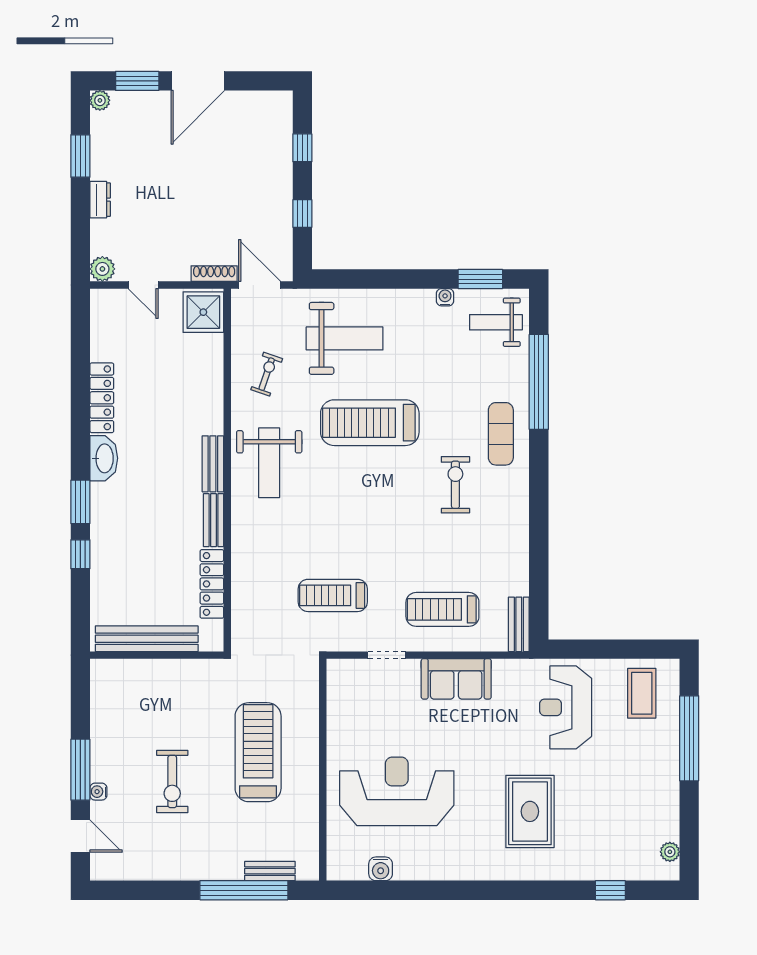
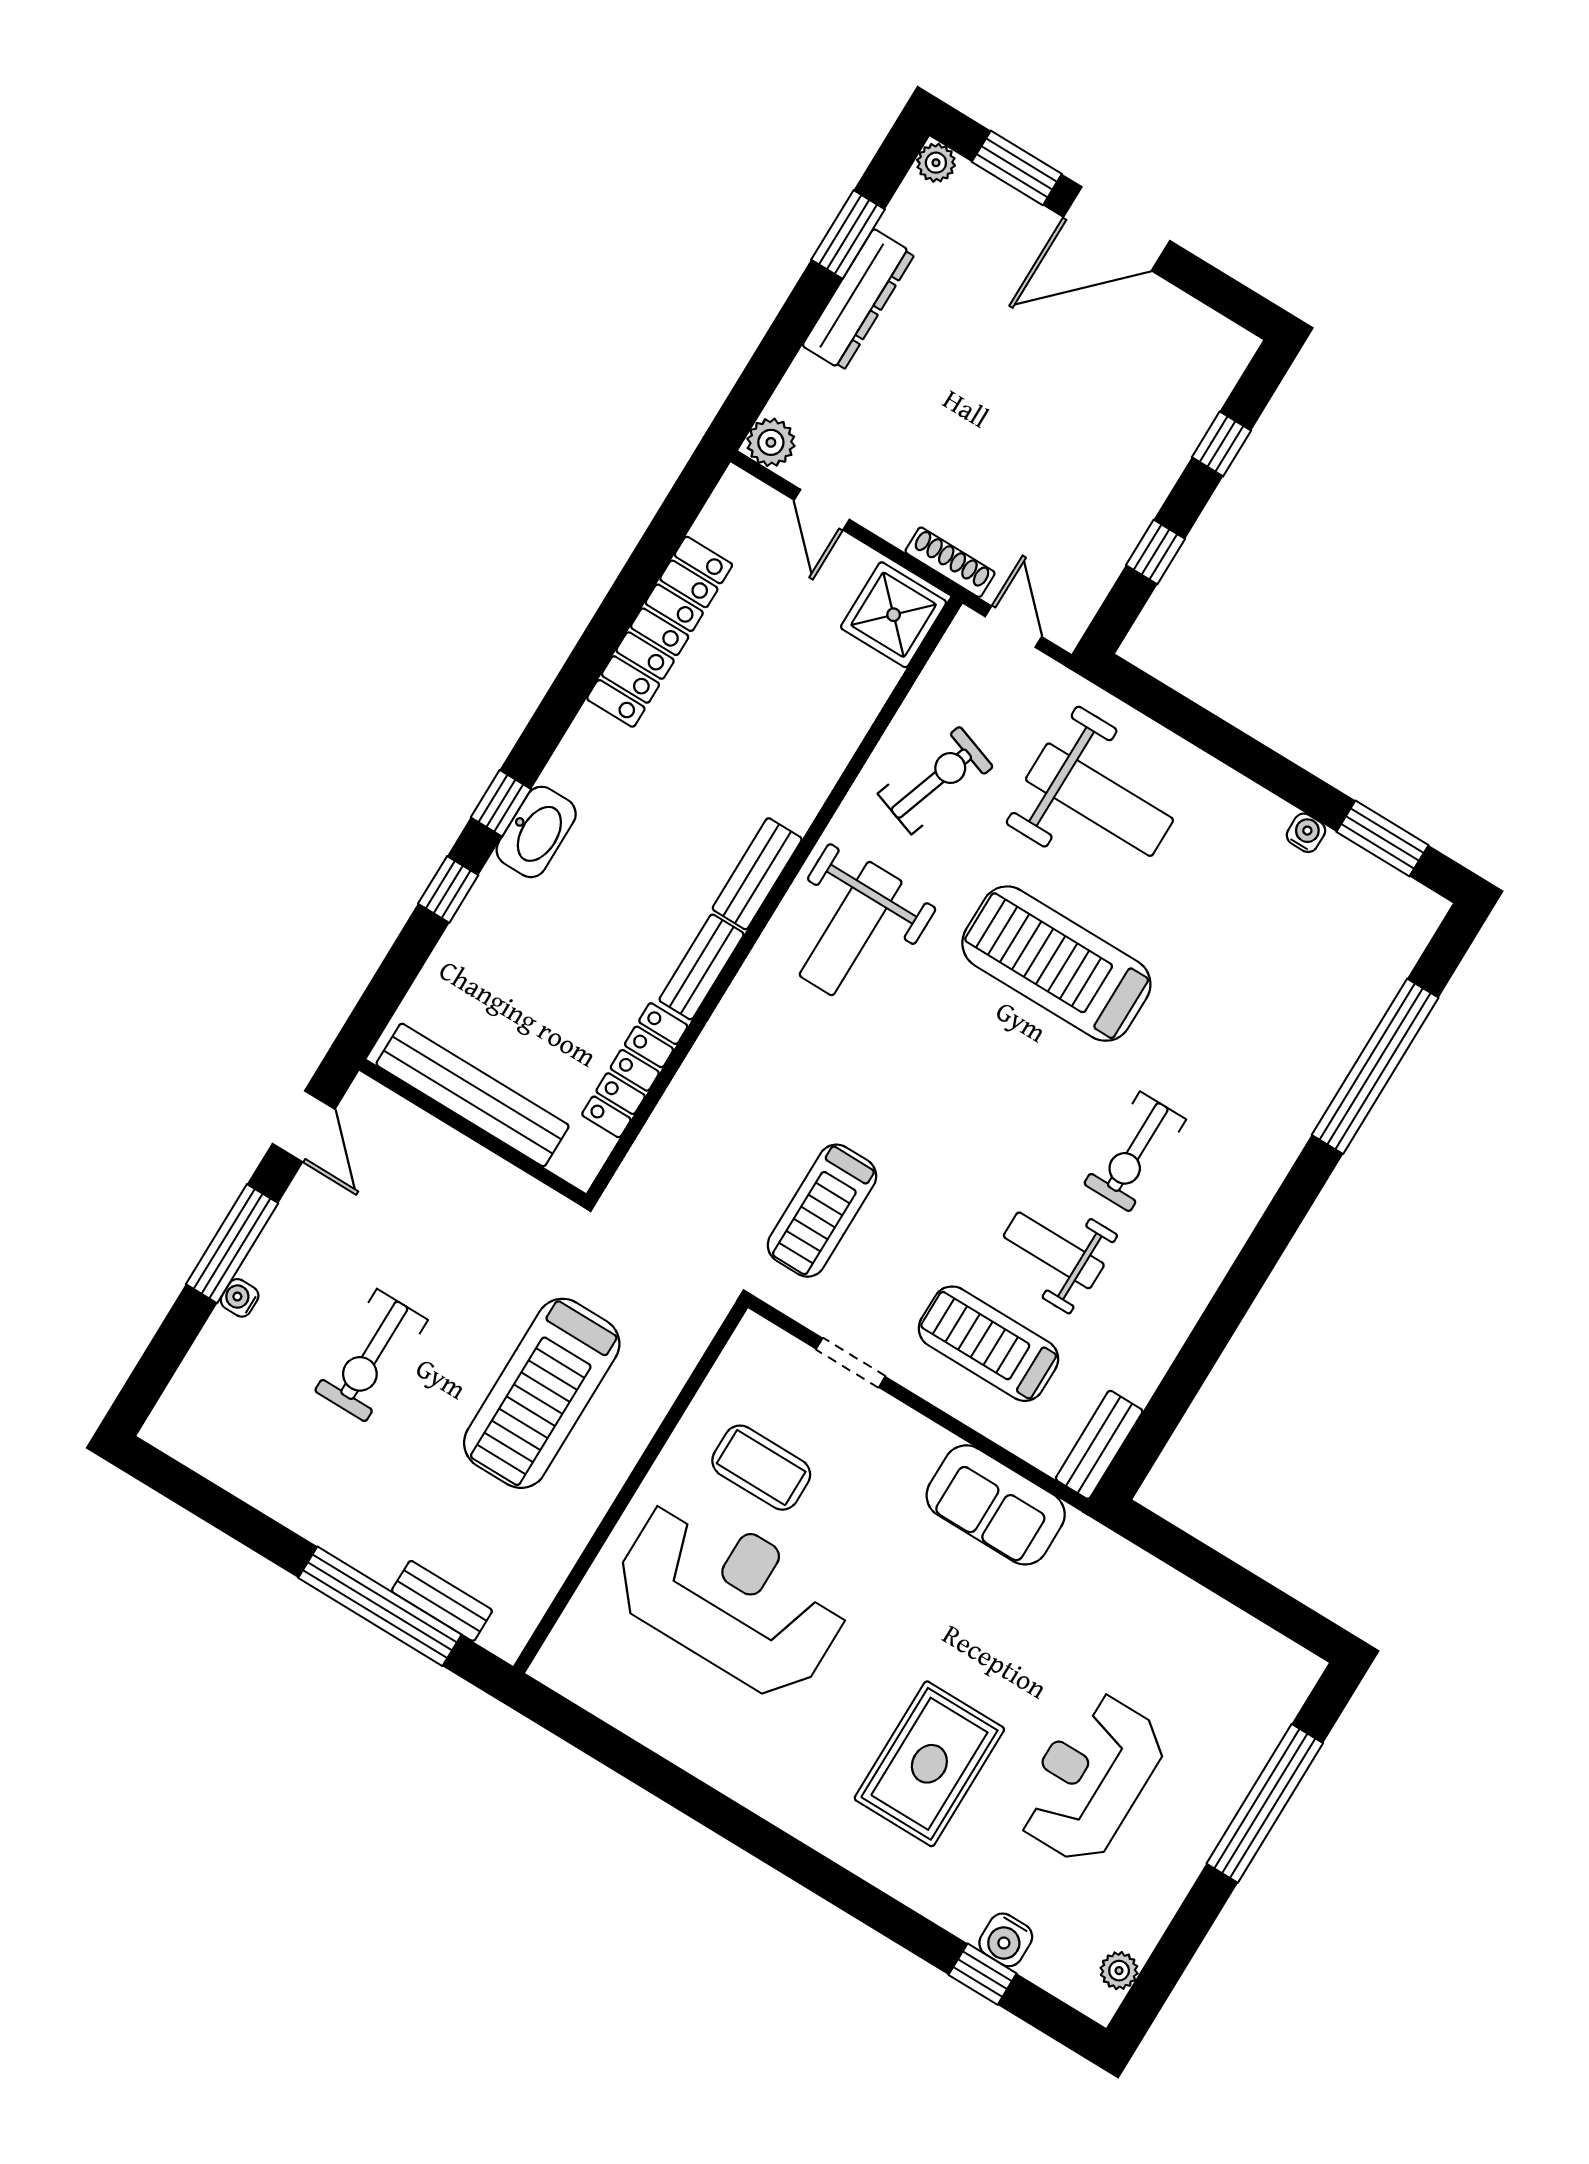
dresser: (100, 200) -> (859, 300), width x1.96, depth x1.24
door: (260, 285) -> (1013, 627), width x0.73
weight bench: (496, 322) -> (1054, 1250), moved
exercise bike: (267, 374) -> (936, 780), width x1.38, depth x1.39
locker: (102, 398) -> (660, 632), width x1.41, depth x1.21
exercise mat: (501, 434) -> (1261, 1114), removed
washbasin: (104, 458) -> (536, 832), moved
exercise bike: (455, 485) -> (1135, 1152), turned 180
window: (80, 502) -> (501, 803), width x0.67
treadmill: (333, 595) -> (822, 1211), turned -90
sofa: (456, 679) -> (996, 1505), moved
coffee table: (642, 693) -> (761, 1468), moved, turned 90
reception desk: (566, 707) -> (1090, 1778), moved
treadmill: (258, 752) -> (542, 1393), turned 180
door: (80, 836) -> (304, 1126), moved
water cooler: (381, 869) -> (1006, 1940), moved

